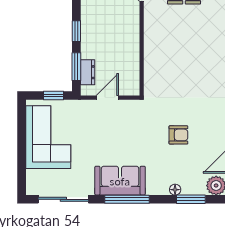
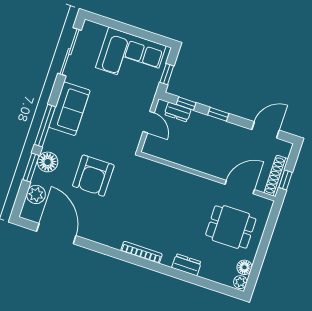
window: (76, 67) -> (186, 104), width x0.67
armchair: (178, 135) -> (93, 176), width x1.88, depth x1.88
floor lamp: (175, 190) -> (48, 162), width x1.89, depth x1.89
window: (127, 199) -> (45, 126), moved

